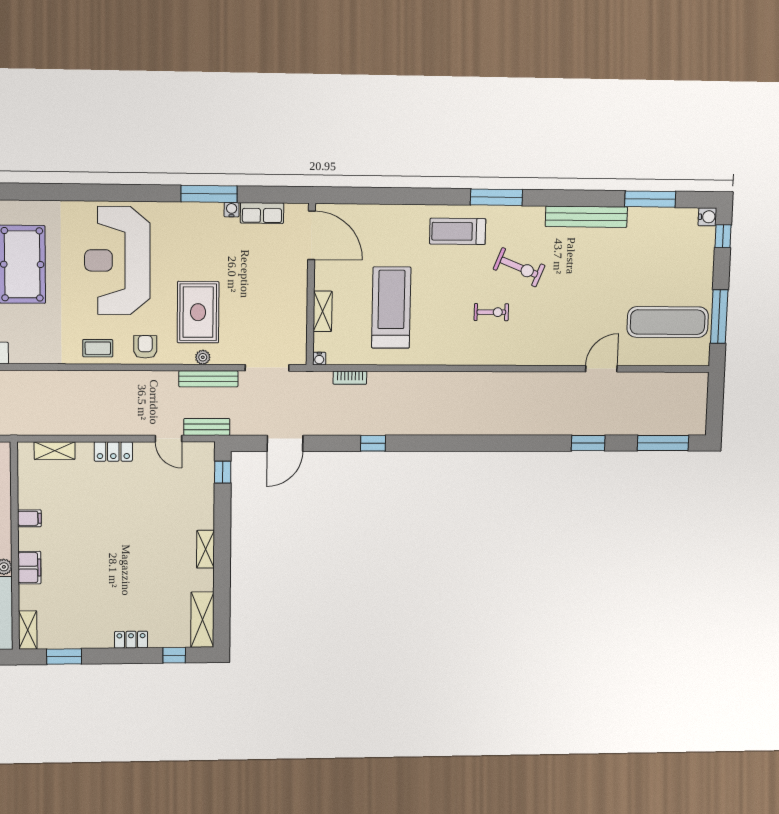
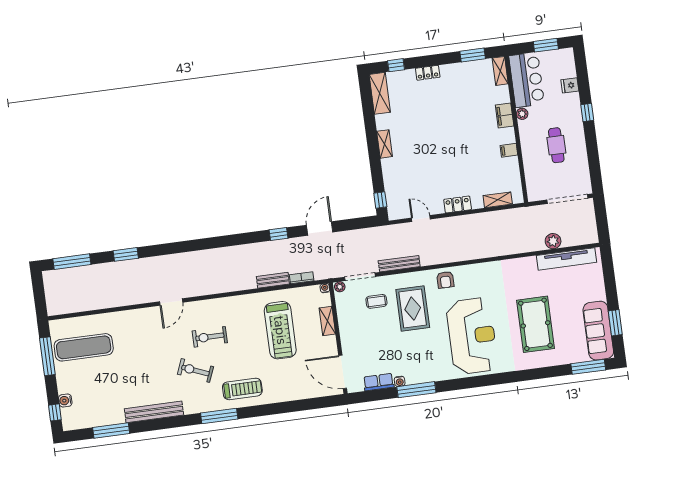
water cooler: (707, 217) -> (65, 400), moved
exercise bike: (491, 312) -> (210, 337), width x1.38, depth x1.39
coffee table: (98, 348) -> (376, 301), moved
plant: (203, 357) -> (340, 287), moved
door: (601, 369) -> (171, 302), moved
bench: (207, 427) -> (273, 280), moved
door: (285, 443) -> (320, 229), moved

